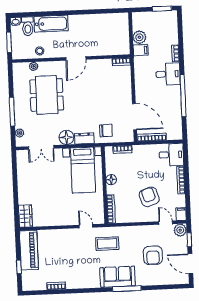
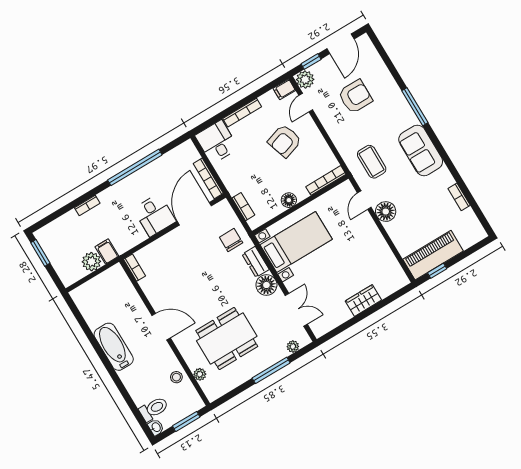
bathtub: (51, 24) -> (114, 347), moved
desk: (168, 74) -> (155, 215), moved, turned 180
wardrobe: (25, 216) -> (363, 300), moved
floor lamp: (72, 236) -> (386, 212), added
window: (19, 267) -> (437, 271), moved
sofa: (118, 277) -> (421, 150), moved

